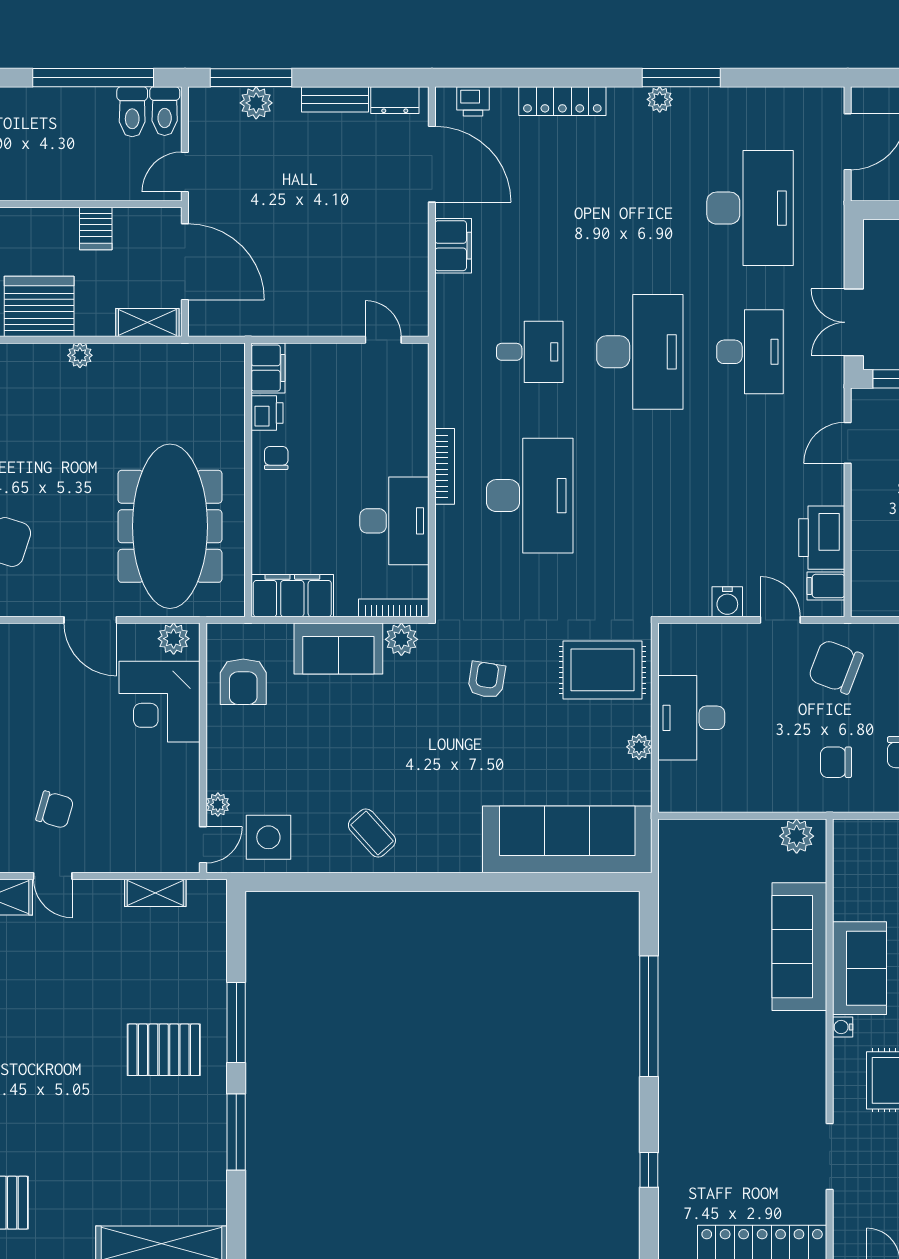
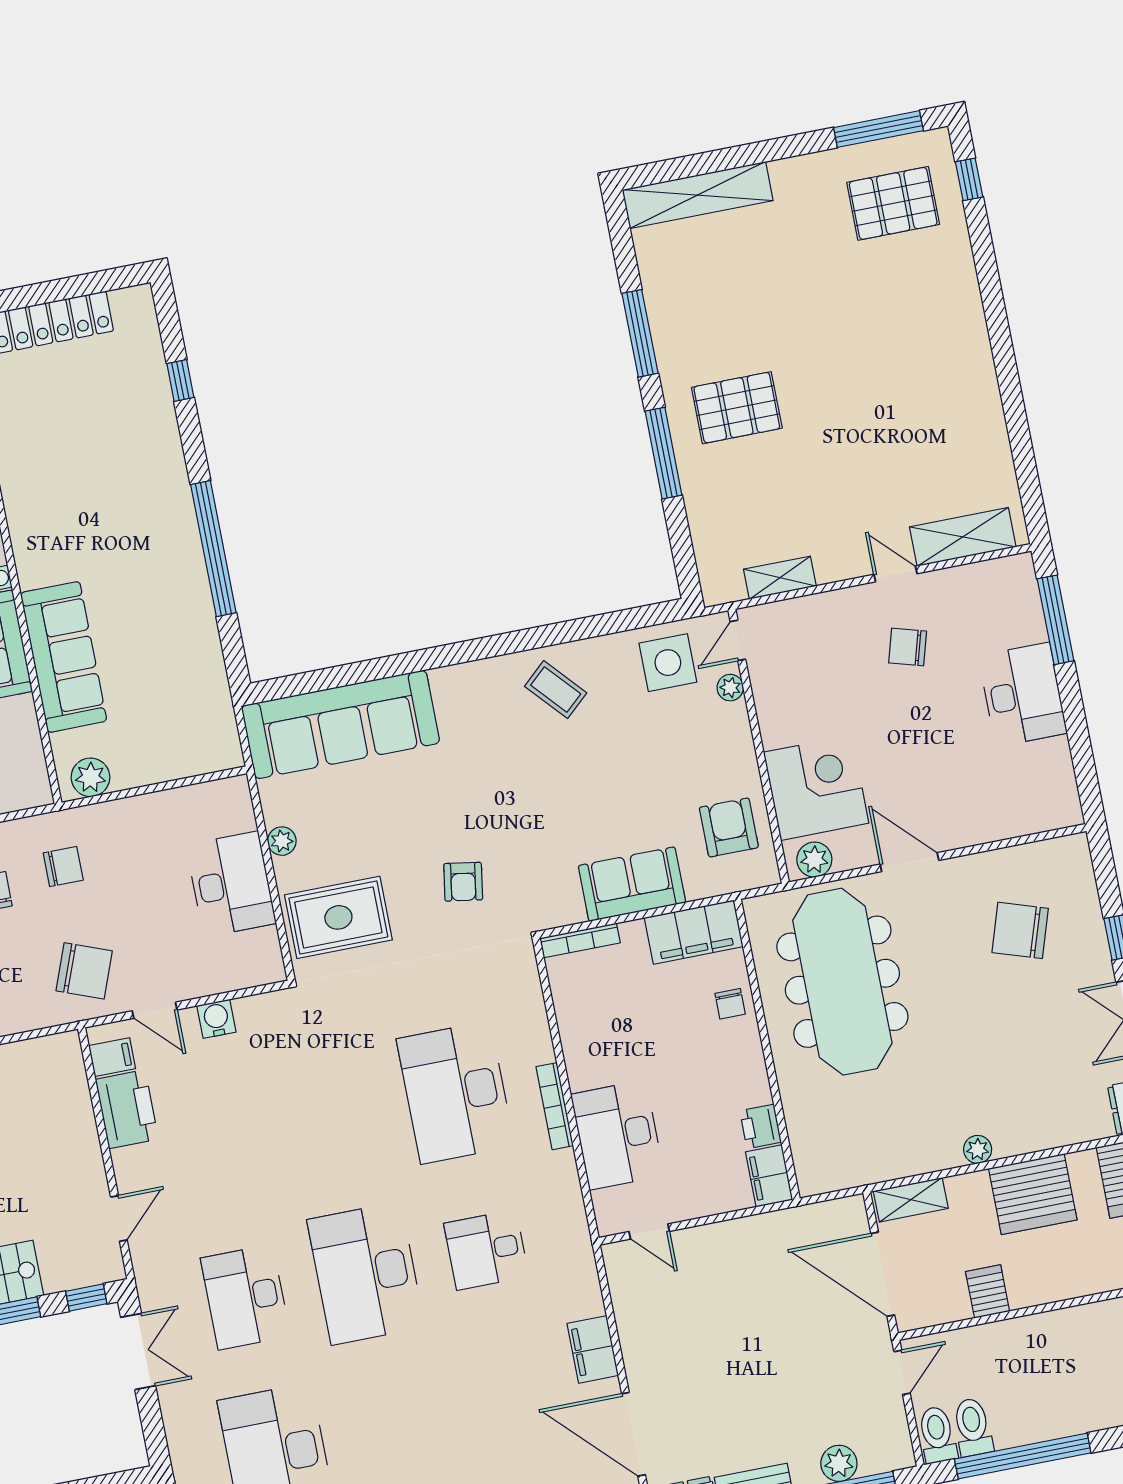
chair: (276, 458) -> (730, 1004), moved
desk: (394, 521) -> (617, 1135), moved
plant: (401, 639) -> (565, 908), removed

